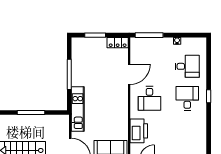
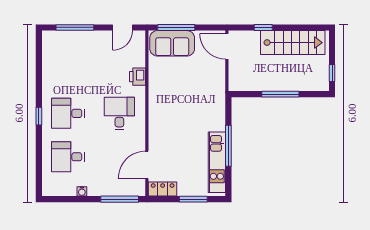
door: (129, 74) -> (147, 165), moved
desk: (187, 98) -> (68, 113), turned 90
kitchen unit: (78, 109) -> (217, 162), moved
printer: (139, 131) -> (138, 77), width x0.53, depth x0.68

